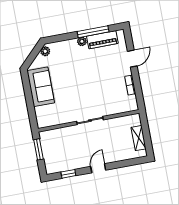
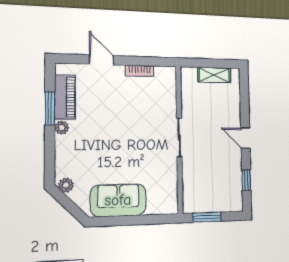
window: (93, 32) -> (50, 108), width x0.69

